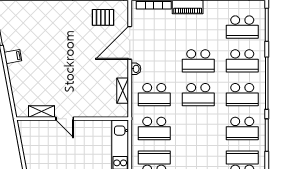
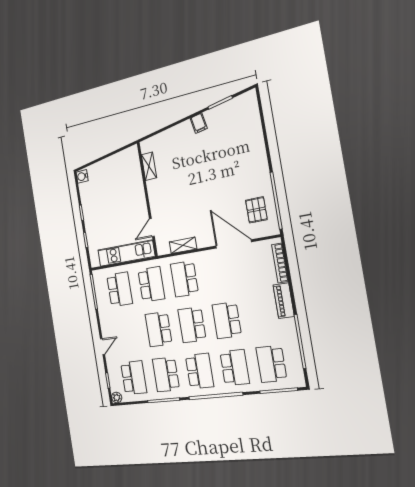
school desk: (242, 61) -> (235, 368), turned 180
washbasin: (136, 69) -> (207, 255), removed
school desk: (242, 95) -> (199, 371), turned 180
door: (65, 119) -> (152, 228), moved
school desk: (154, 128) -> (151, 284), turned 180
school desk: (198, 128) -> (159, 329), added

